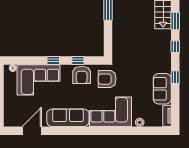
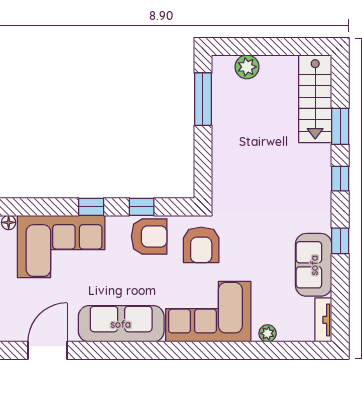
armchair: (82, 75) -> (149, 236), turned -90
armchair: (107, 79) -> (201, 245), turned -90

